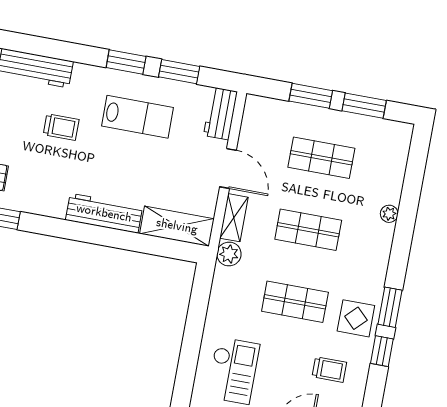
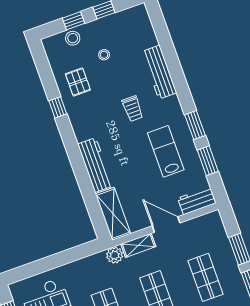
lab bench: (137, 117) -> (166, 151), turned 180
door: (228, 168) -> (166, 224), swing flipped

